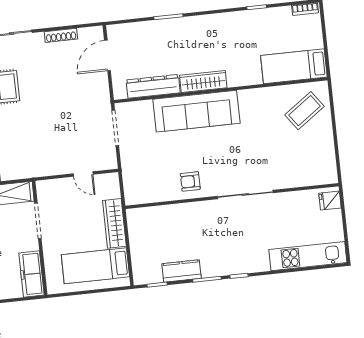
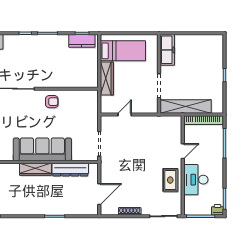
door: (83, 174) -> (125, 115), hinge flipped
kitchen counter: (182, 271) -> (82, 41), moved

